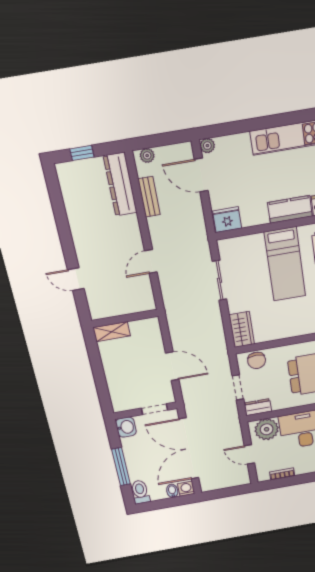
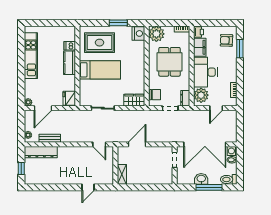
door: (151, 262) -> (99, 144), moved
door: (172, 366) -> (137, 144), moved
washbasin: (126, 427) -> (201, 179), moved

